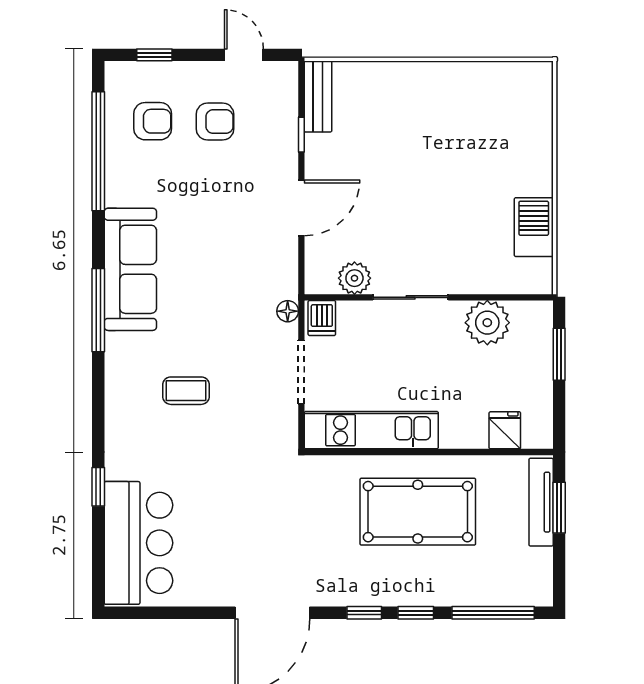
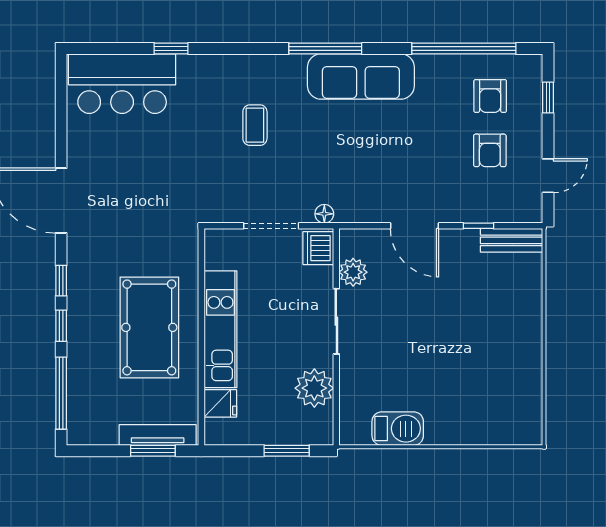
dishwasher: (322, 318) -> (318, 248), width x1.38
kitchen unit: (371, 430) -> (220, 329), moved

